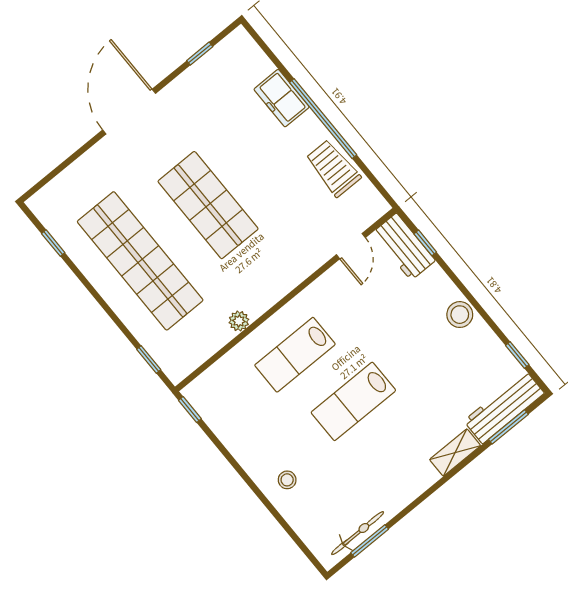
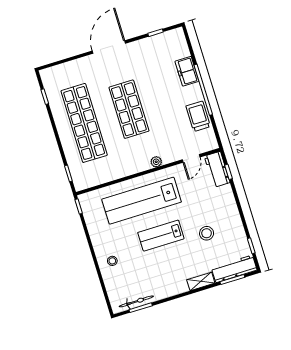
stool: (460, 315) -> (207, 233), moved
plant: (239, 321) -> (156, 162), moved
lab bench: (295, 355) -> (142, 201), width x1.86, depth x1.39

